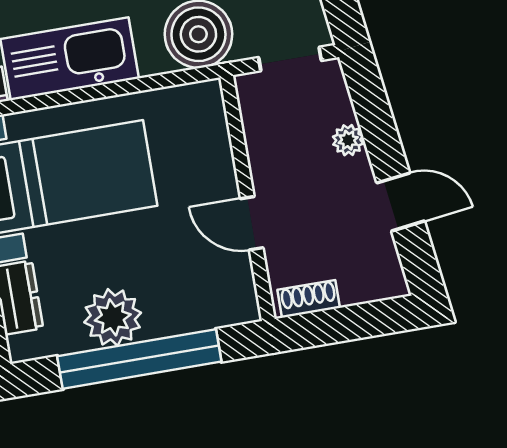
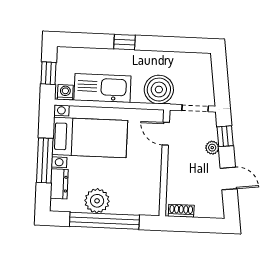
window: (372, 108) -> (225, 136), added
door: (252, 223) -> (166, 134), moved

